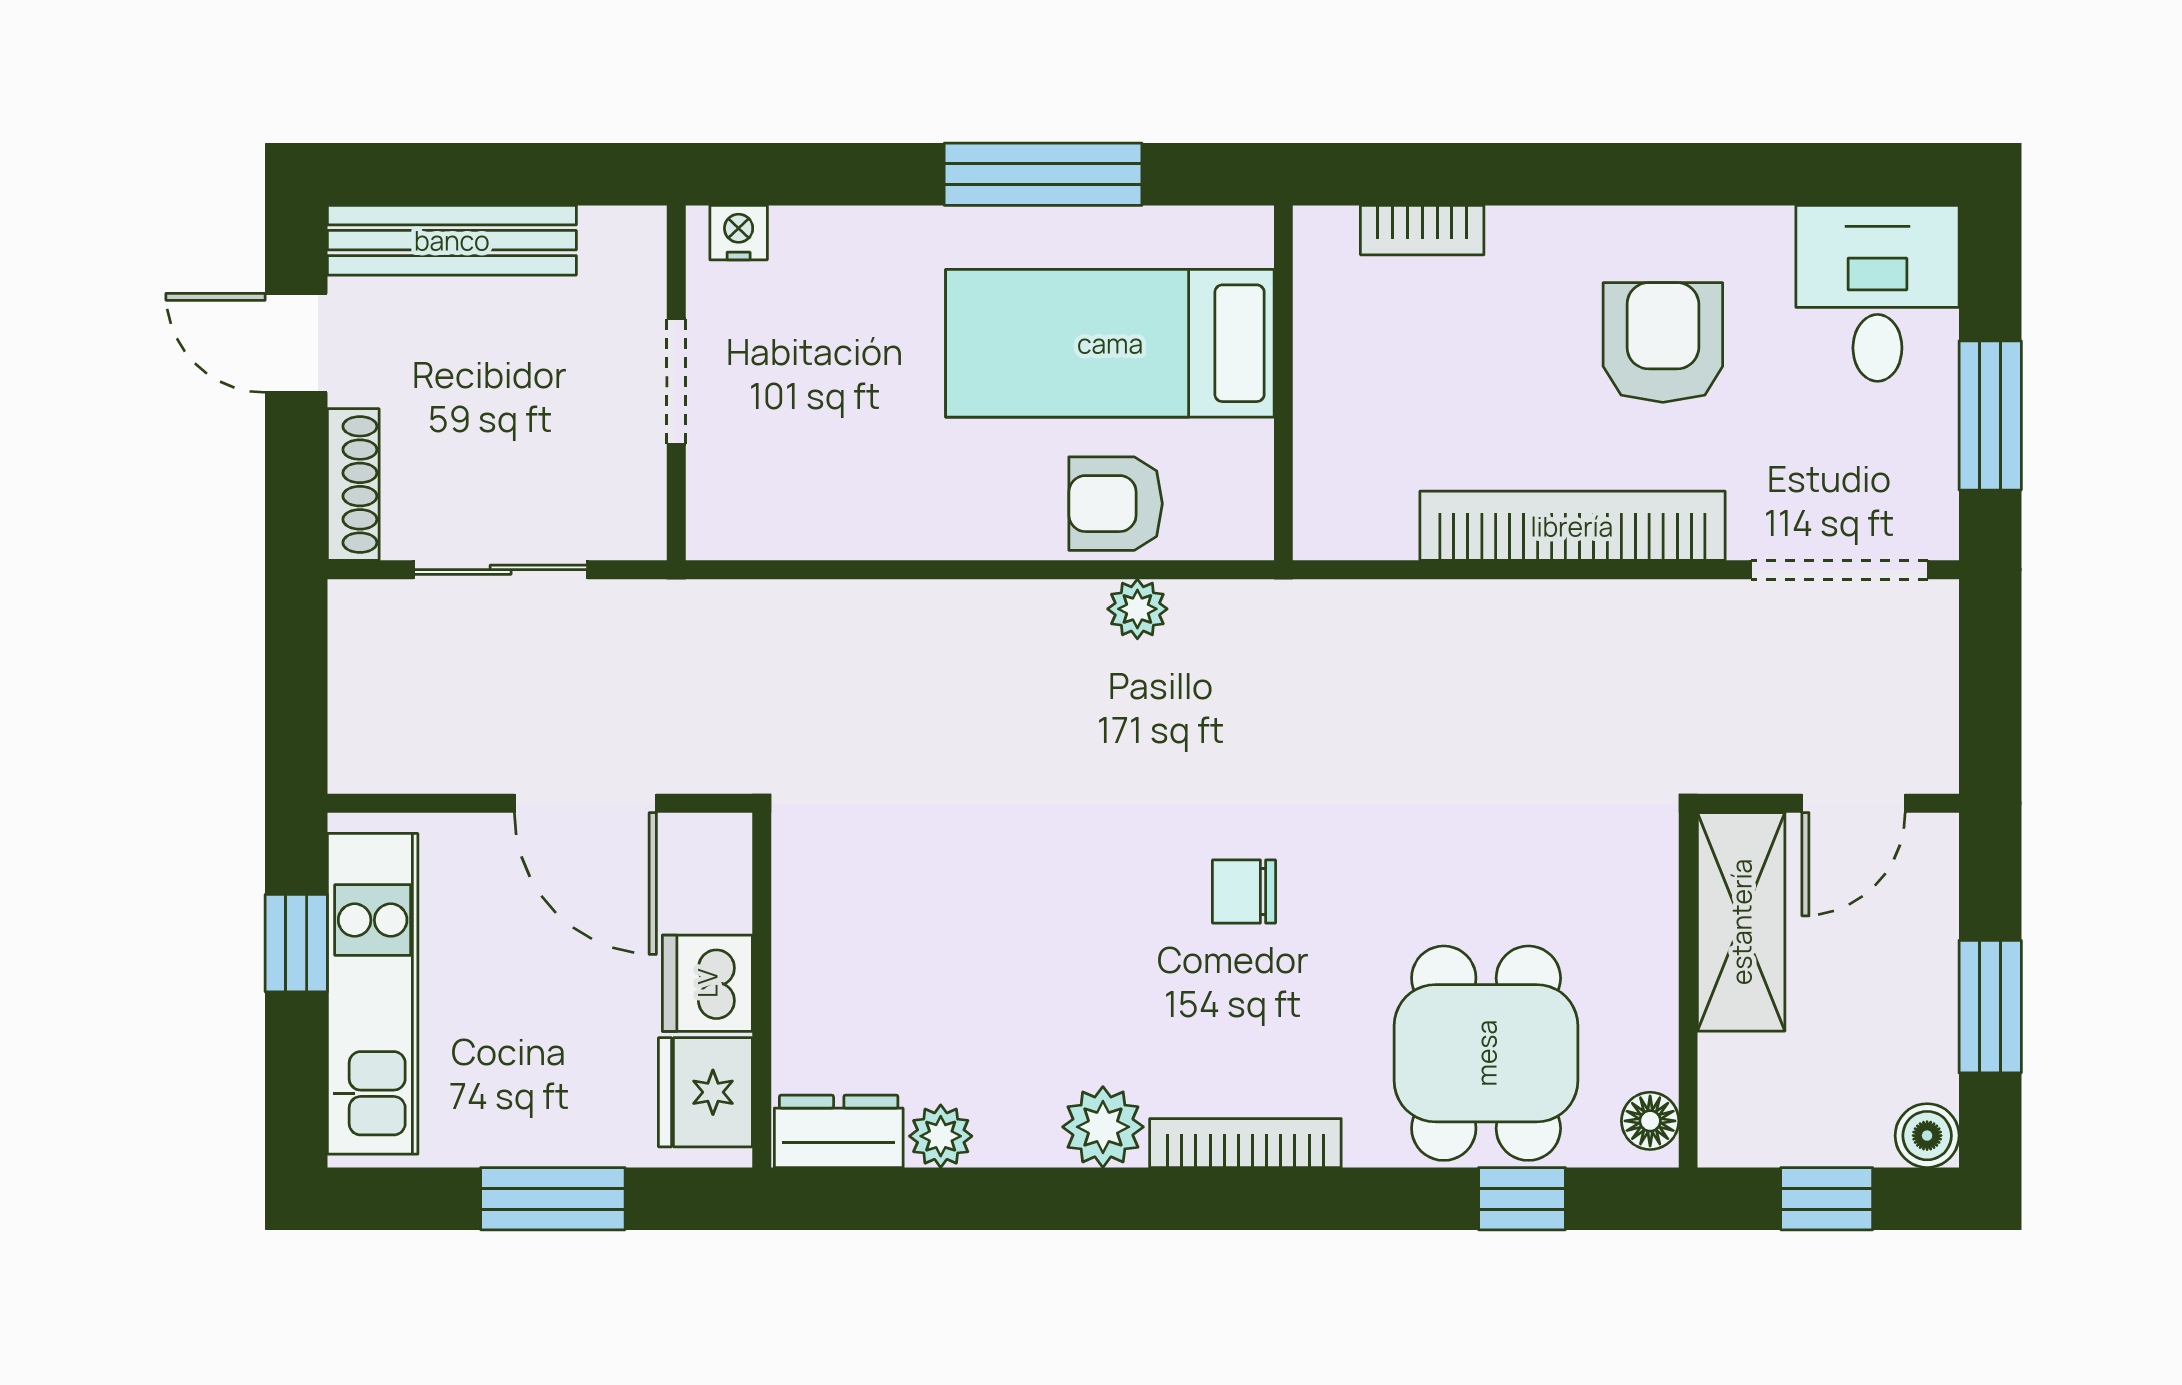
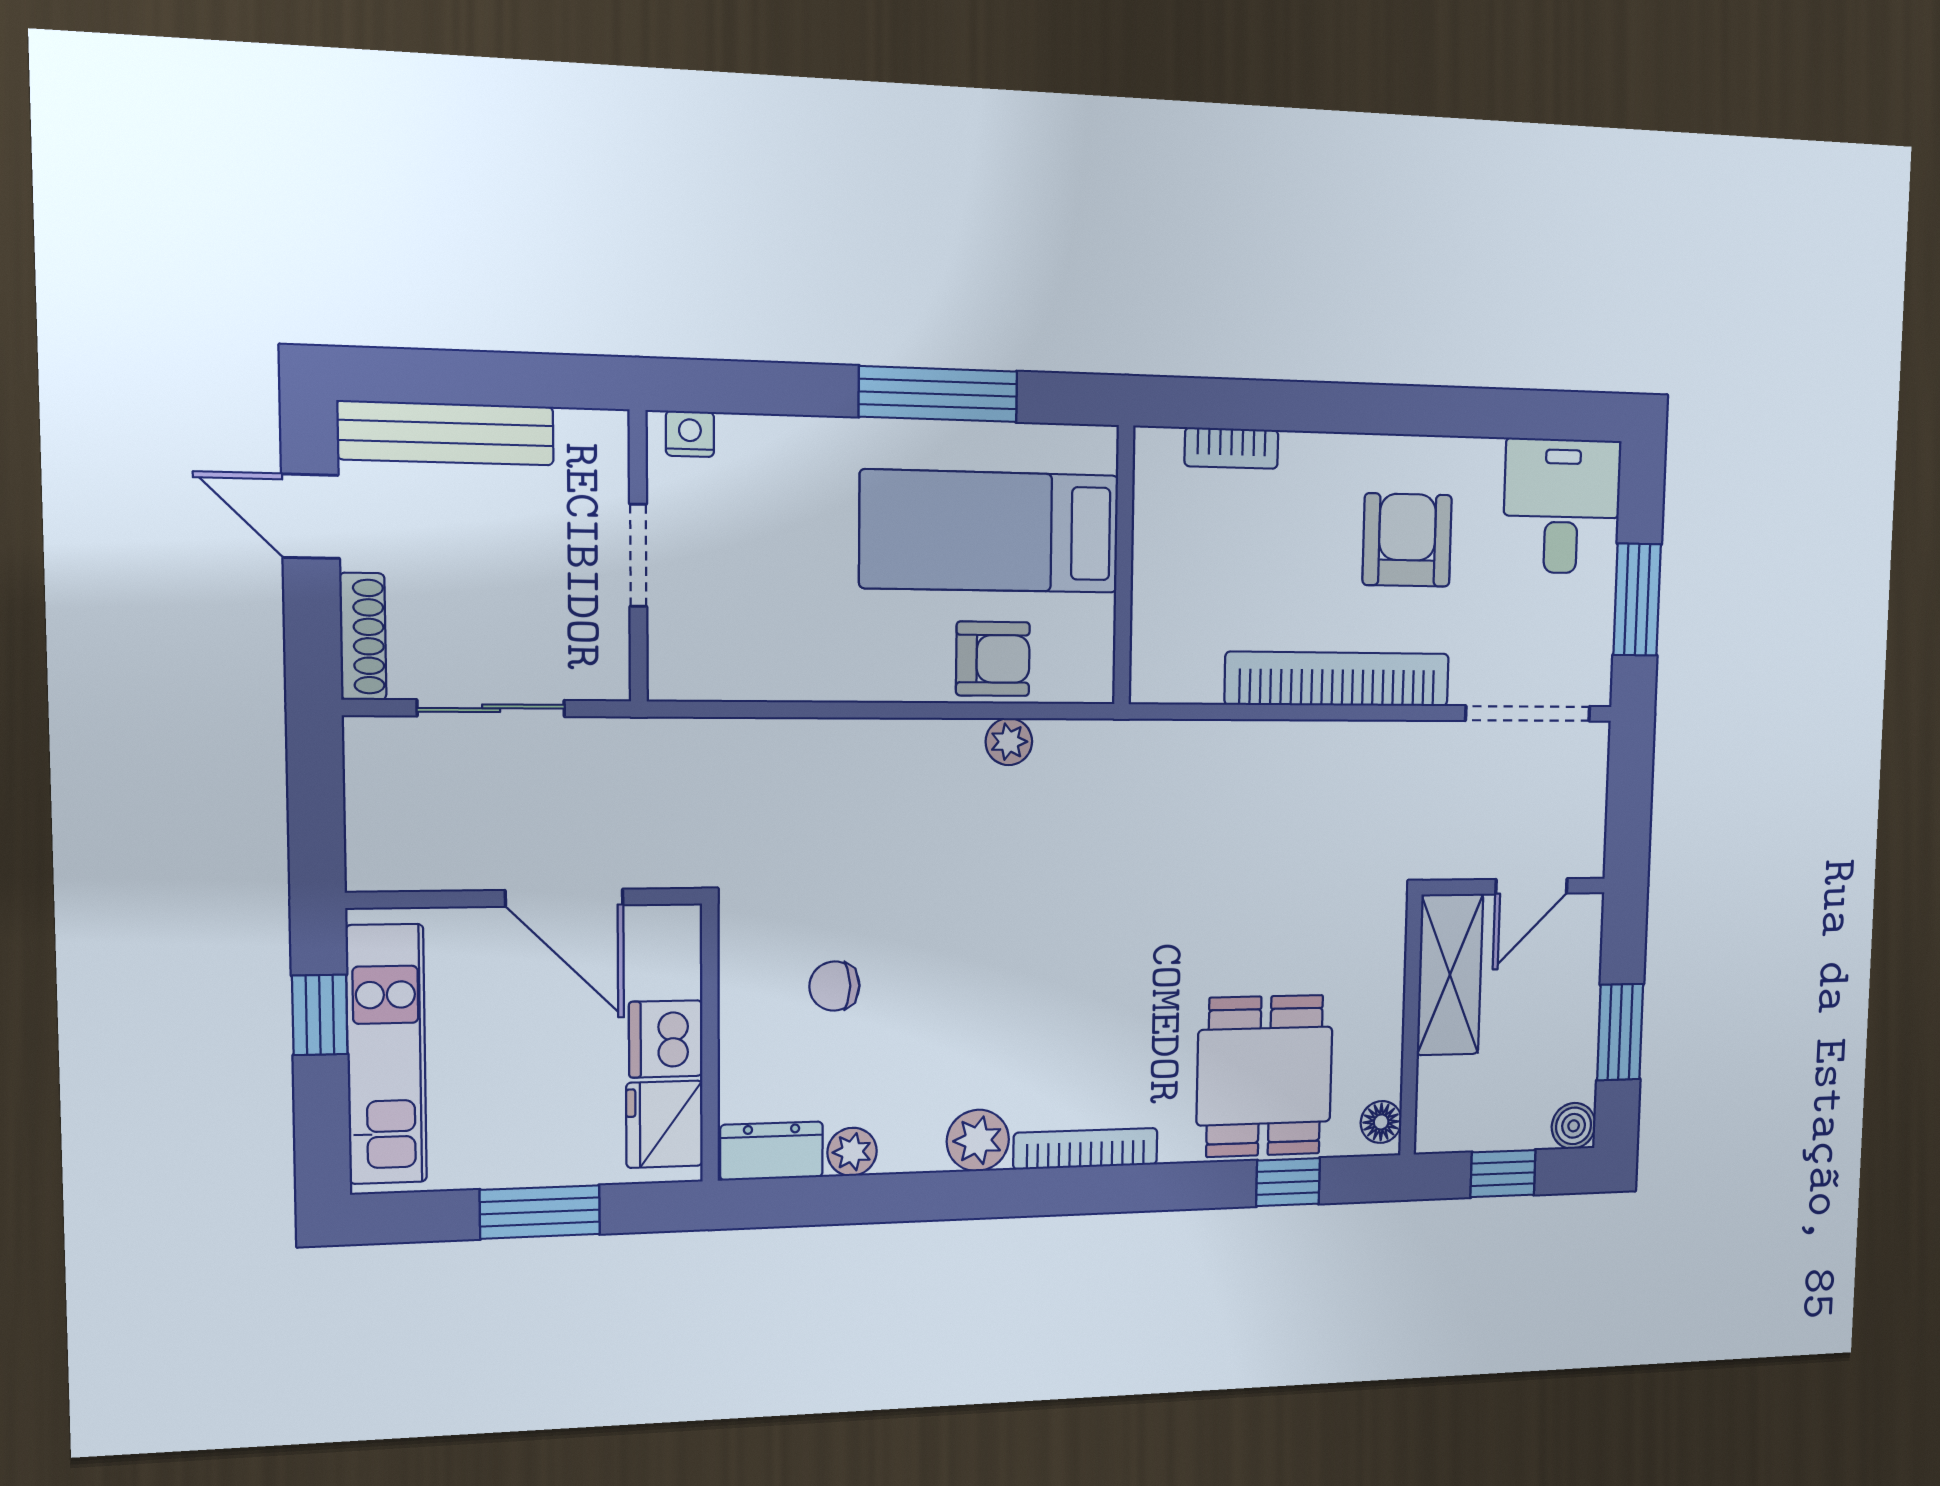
armchair: (1116, 504) -> (993, 659), turned 180
chair: (1244, 892) -> (834, 986), moved

